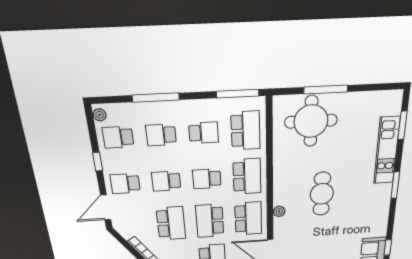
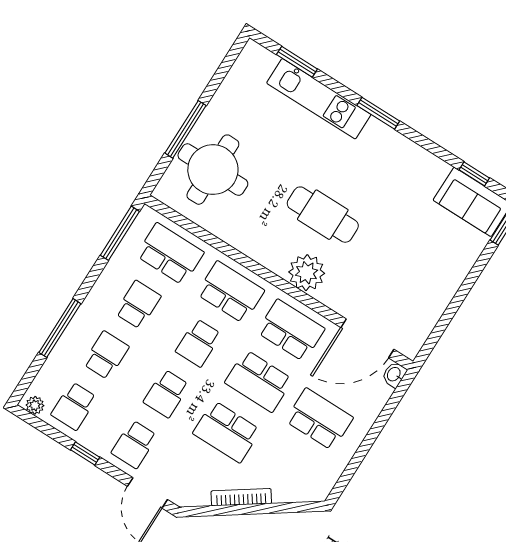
school desk: (161, 135) -> (106, 355), turned 180
plant: (279, 211) -> (307, 273), width x1.88, depth x1.88
school desk: (171, 223) -> (227, 432), turned 180

